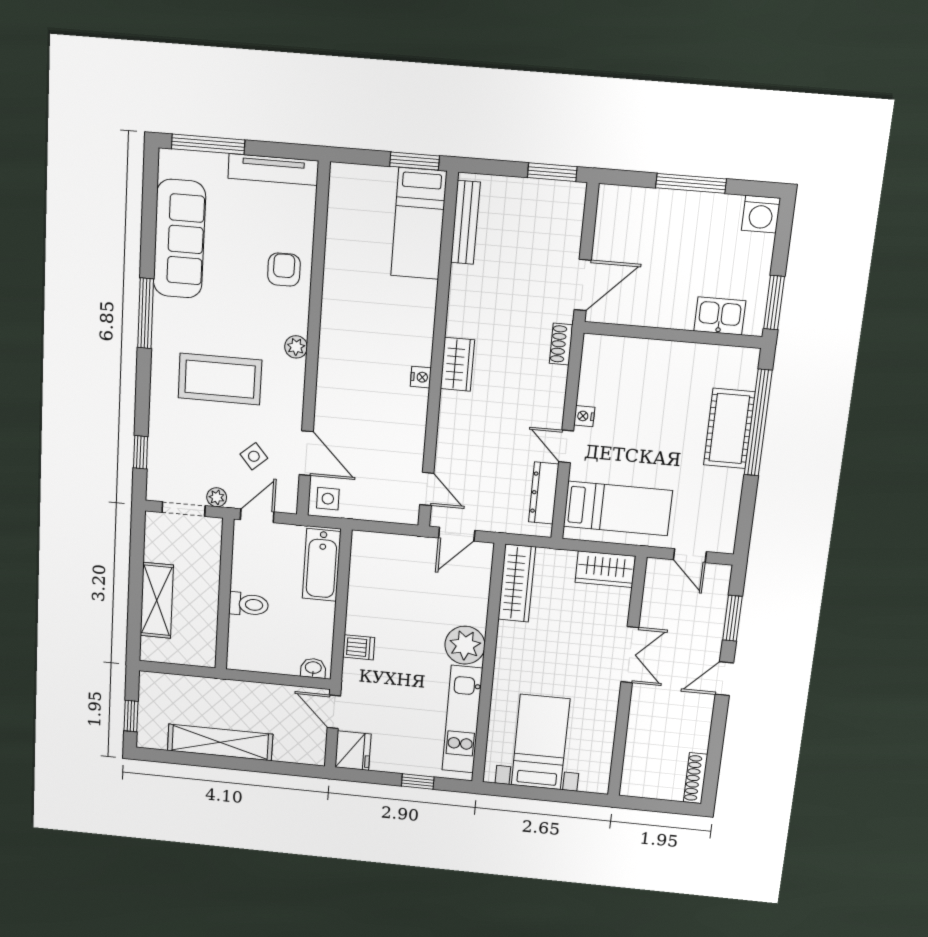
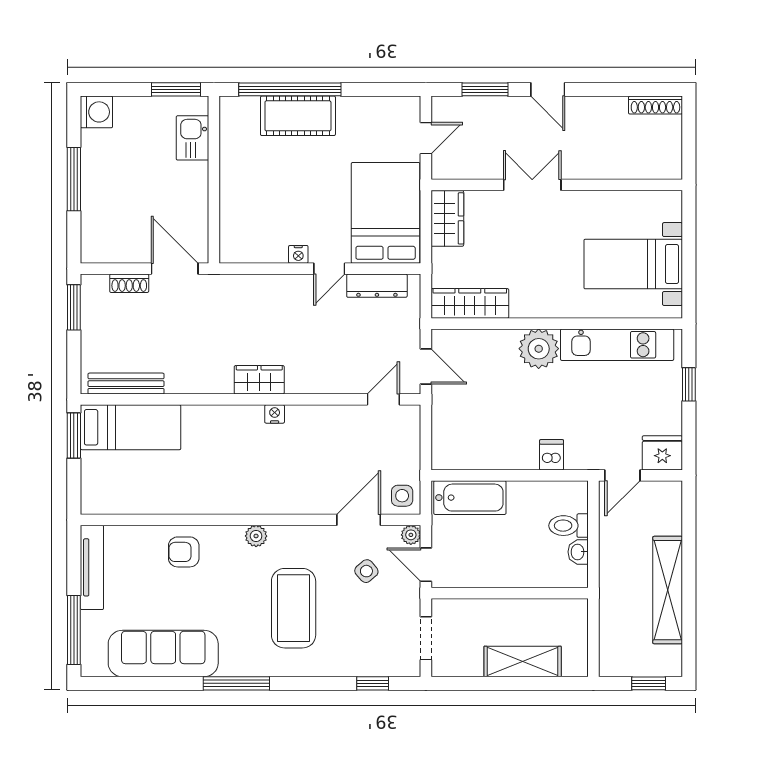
shoe rack: (561, 344) -> (129, 283), moved
plant: (217, 497) -> (411, 535), moved
bed: (618, 508) -> (386, 213), width x1.50
toilet: (249, 604) -> (569, 526), moved, turned -90
washbasin: (313, 668) -> (578, 552), moved

